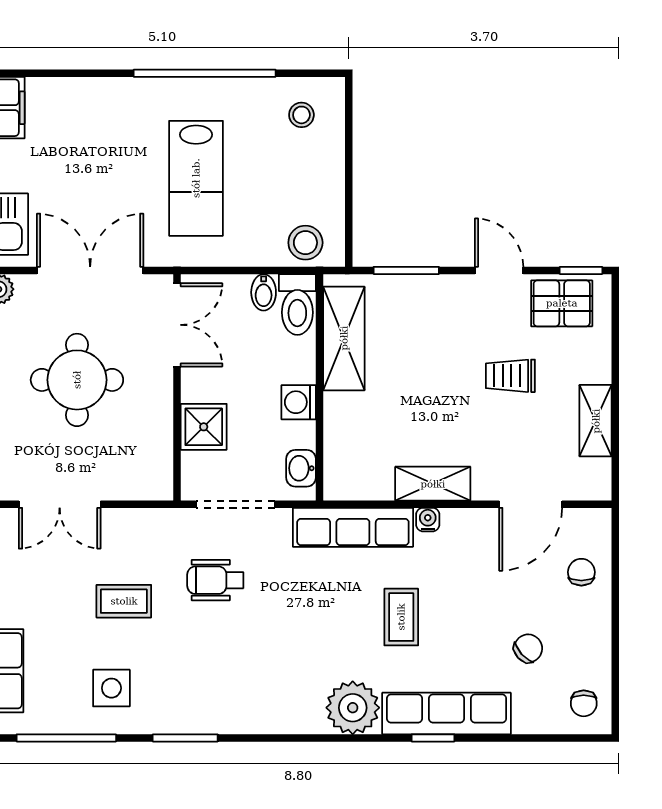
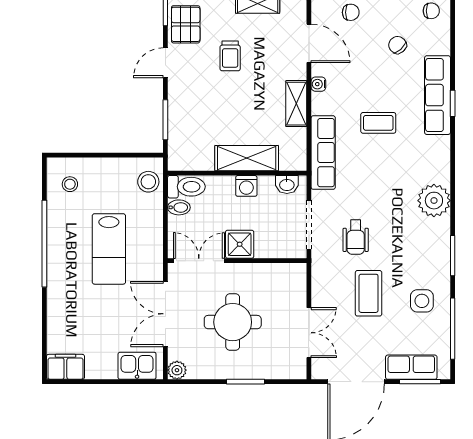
lab bench: (196, 178) -> (109, 249), turned 90
shelving: (344, 338) -> (247, 158), moved
shower: (204, 427) -> (240, 244), moved
water cooler: (428, 520) -> (318, 84), moved
chair: (581, 572) -> (351, 12), turned 180
coffee table: (124, 601) -> (369, 293), width x1.36, depth x1.30
plant: (353, 708) -> (434, 201), moved

